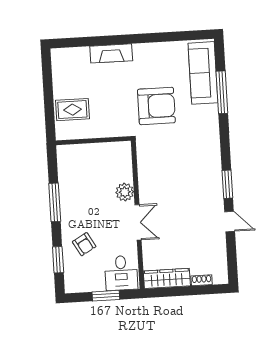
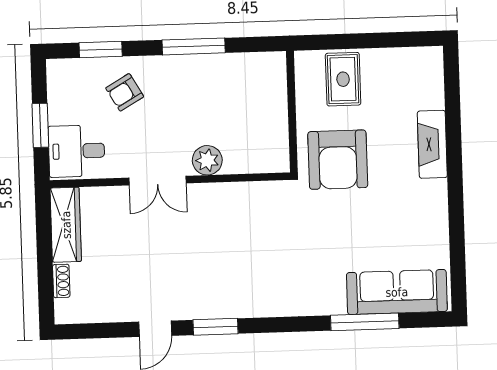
armchair: (156, 106) -> (338, 160), moved

